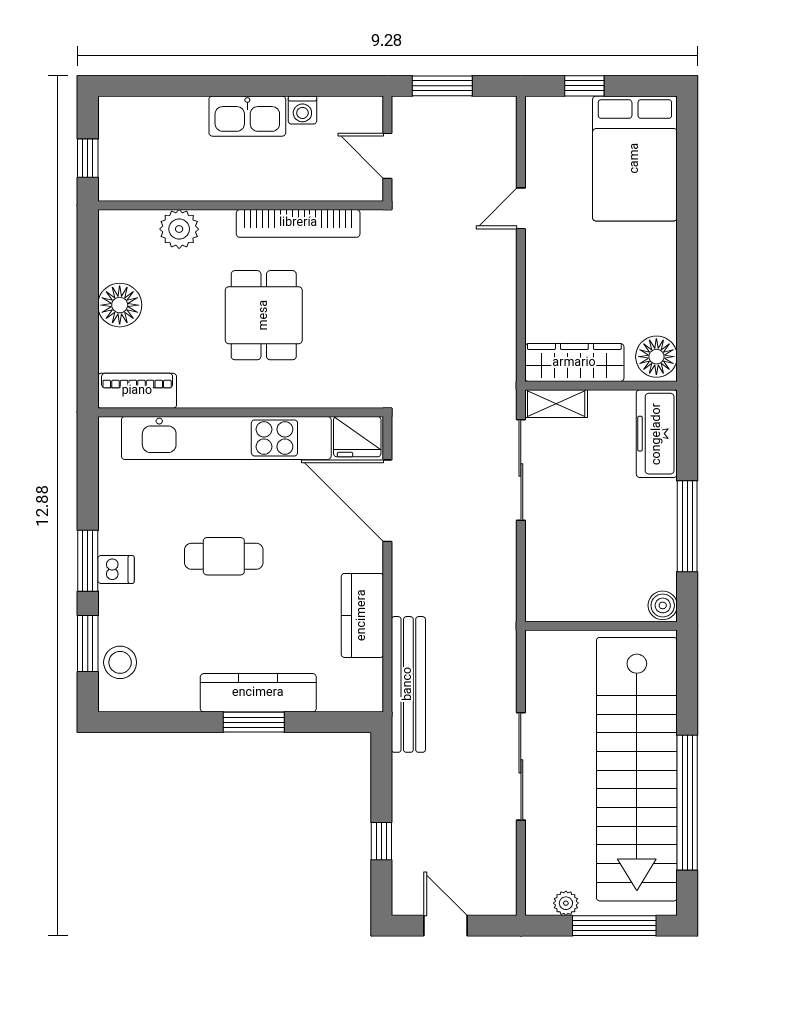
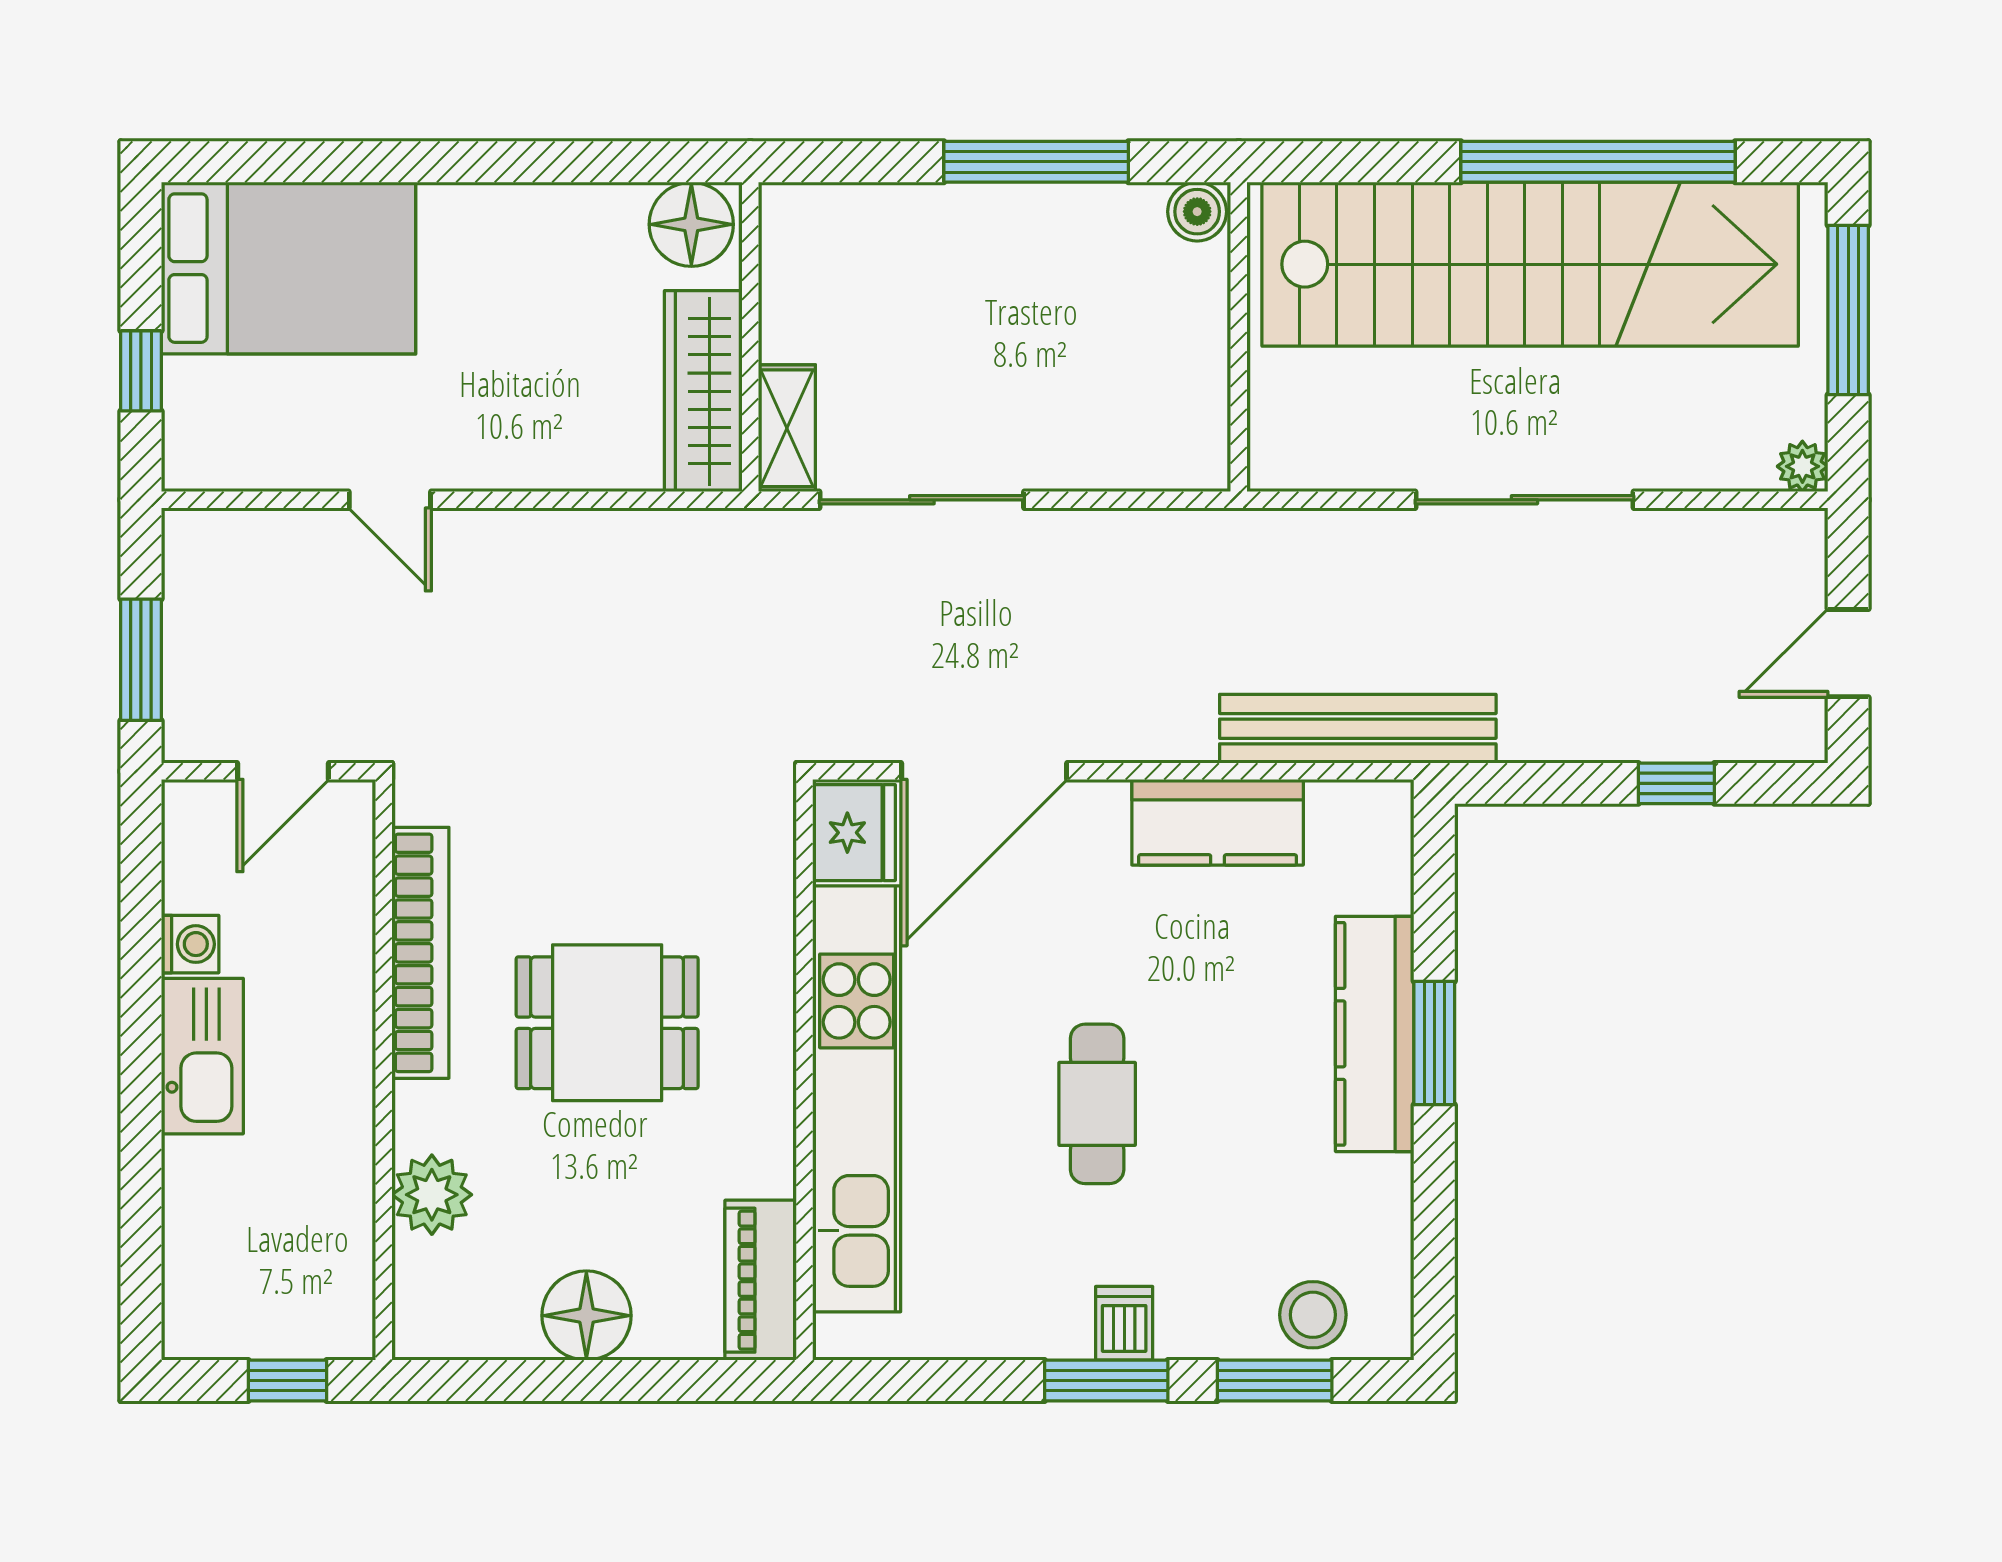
freezer: (657, 434) -> (848, 224), removed
plant: (566, 903) -> (1802, 466), moved

